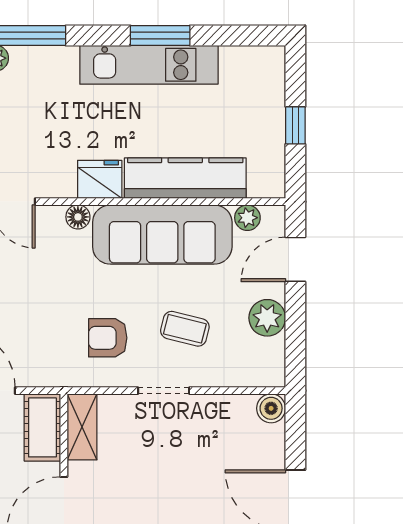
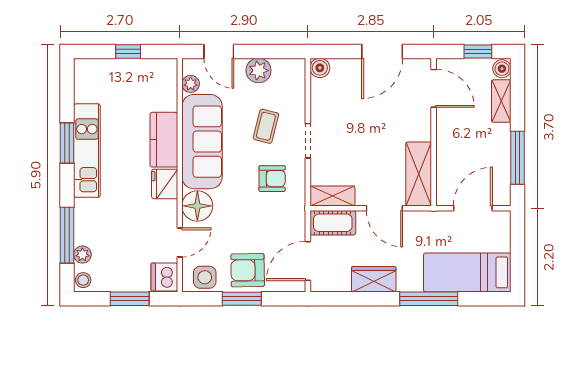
kitchen counter: (185, 178) -> (164, 140), width x0.67
floor lamp: (78, 217) -> (197, 206), width x1.89, depth x1.89
armchair: (108, 338) -> (272, 179), turned -90

